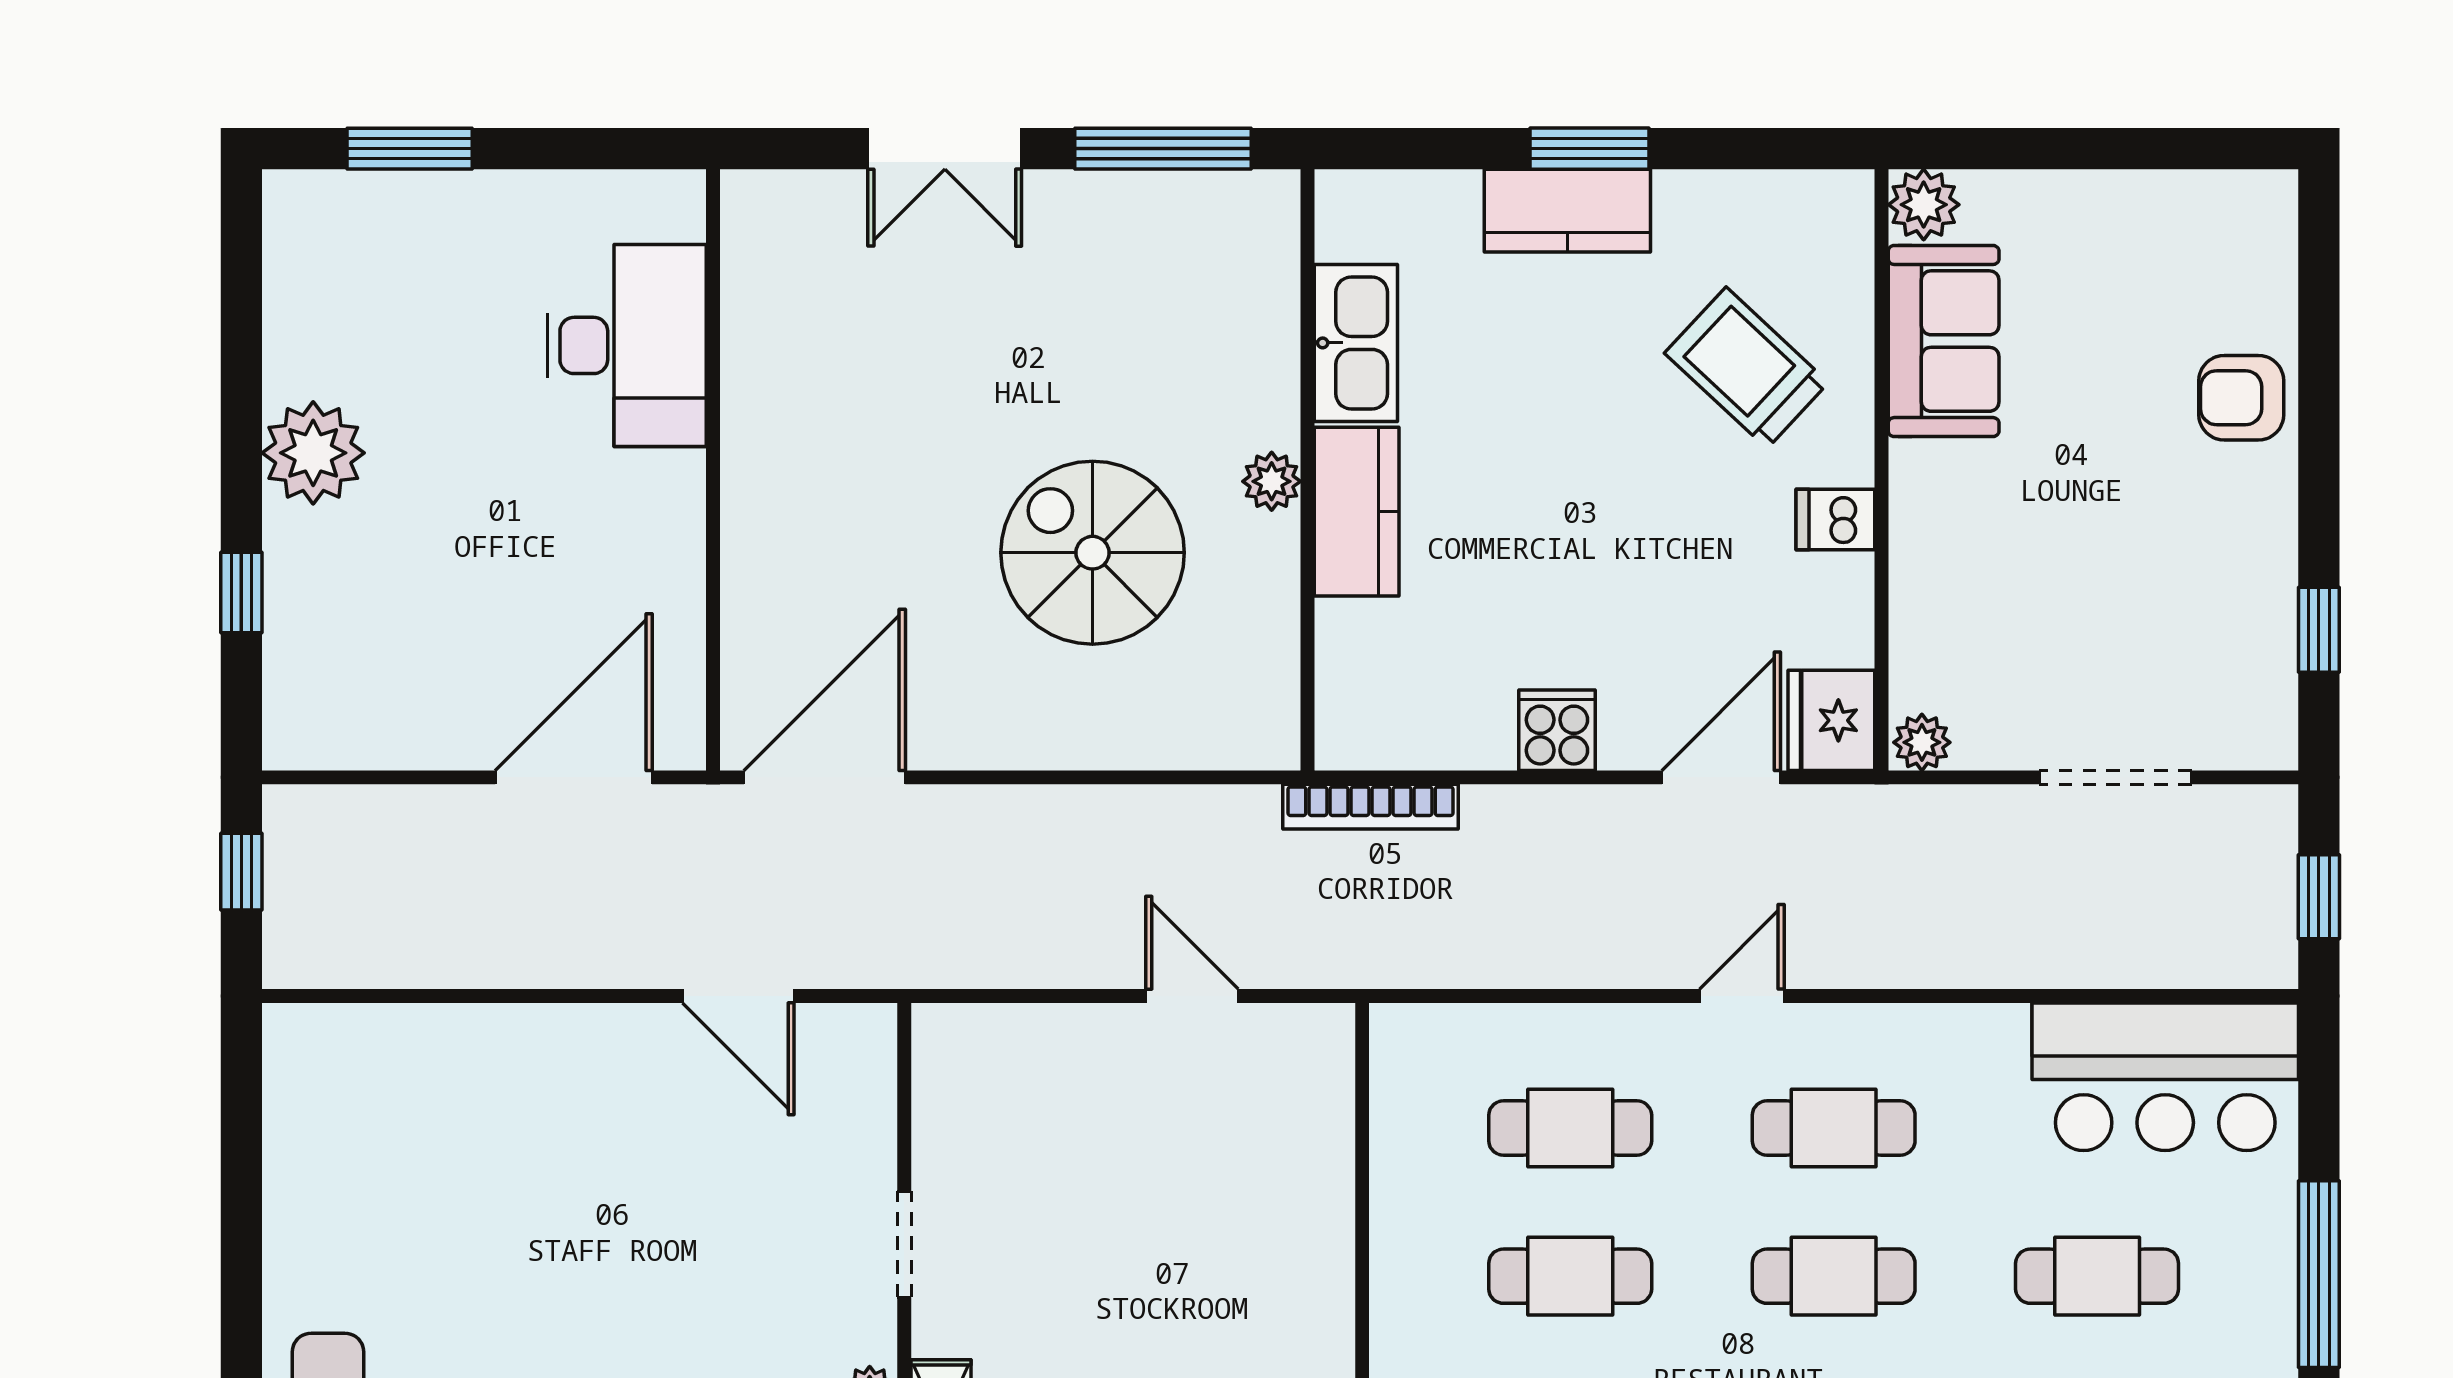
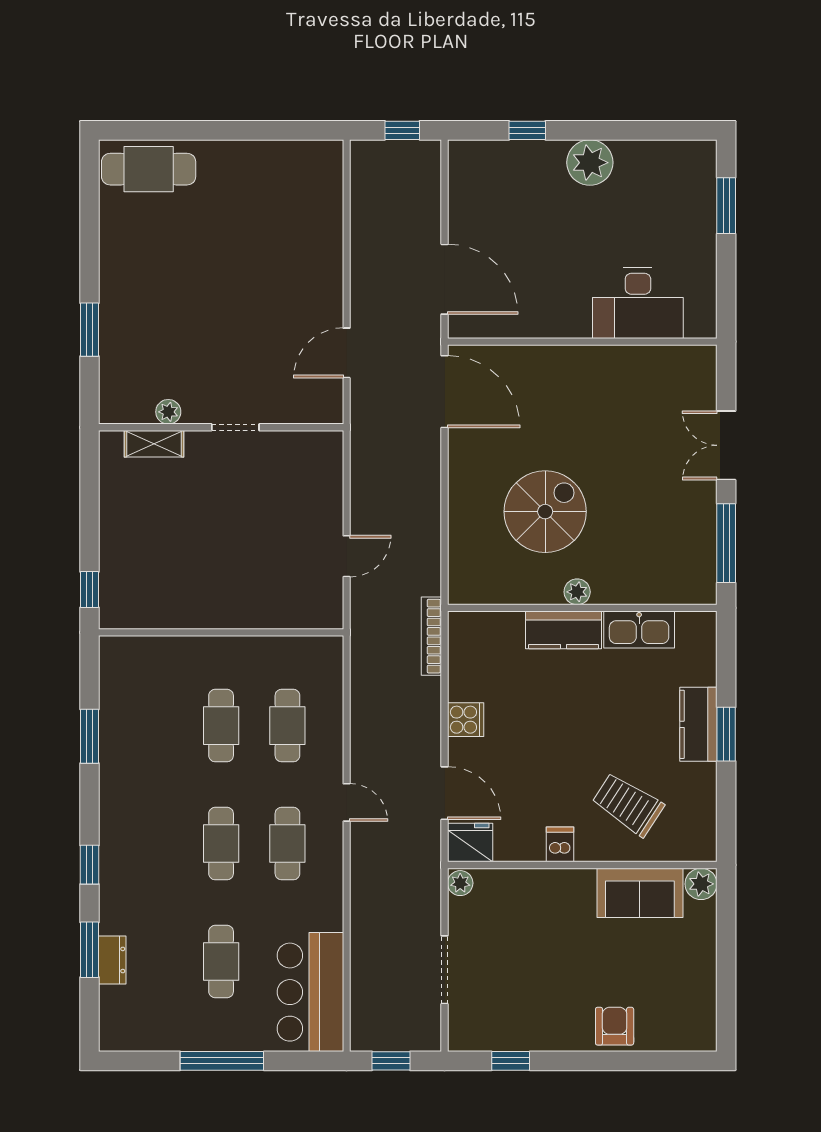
trolley: (1747, 368) -> (628, 805), turned -100

